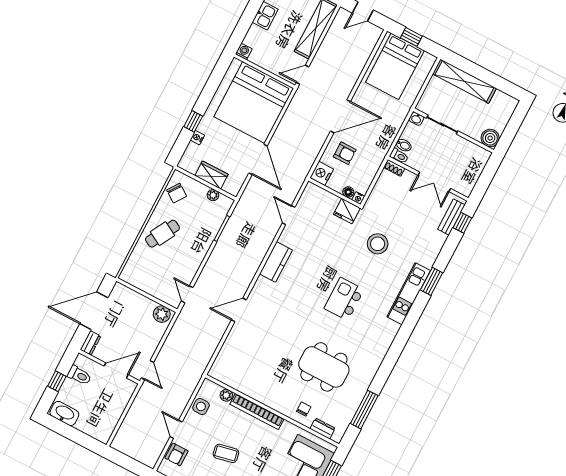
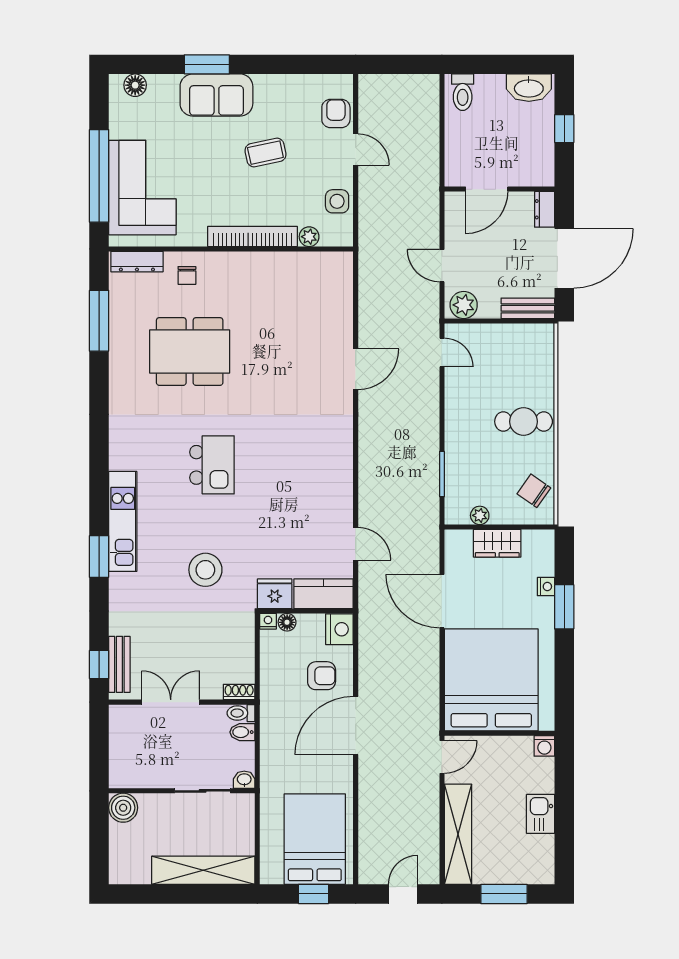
window: (193, 121) -> (564, 607), width x1.50
armchair: (345, 153) -> (322, 676), turned 180
cafe table: (162, 234) -> (524, 422), turned 61
kitchen counter: (276, 262) -> (324, 594), moved, turned 90
bench: (128, 294) -> (528, 308), added
door: (147, 370) -> (442, 266), moved
toilet: (79, 375) -> (463, 92), moved, turned -90
dresser: (323, 429) -> (137, 262), width x1.44

